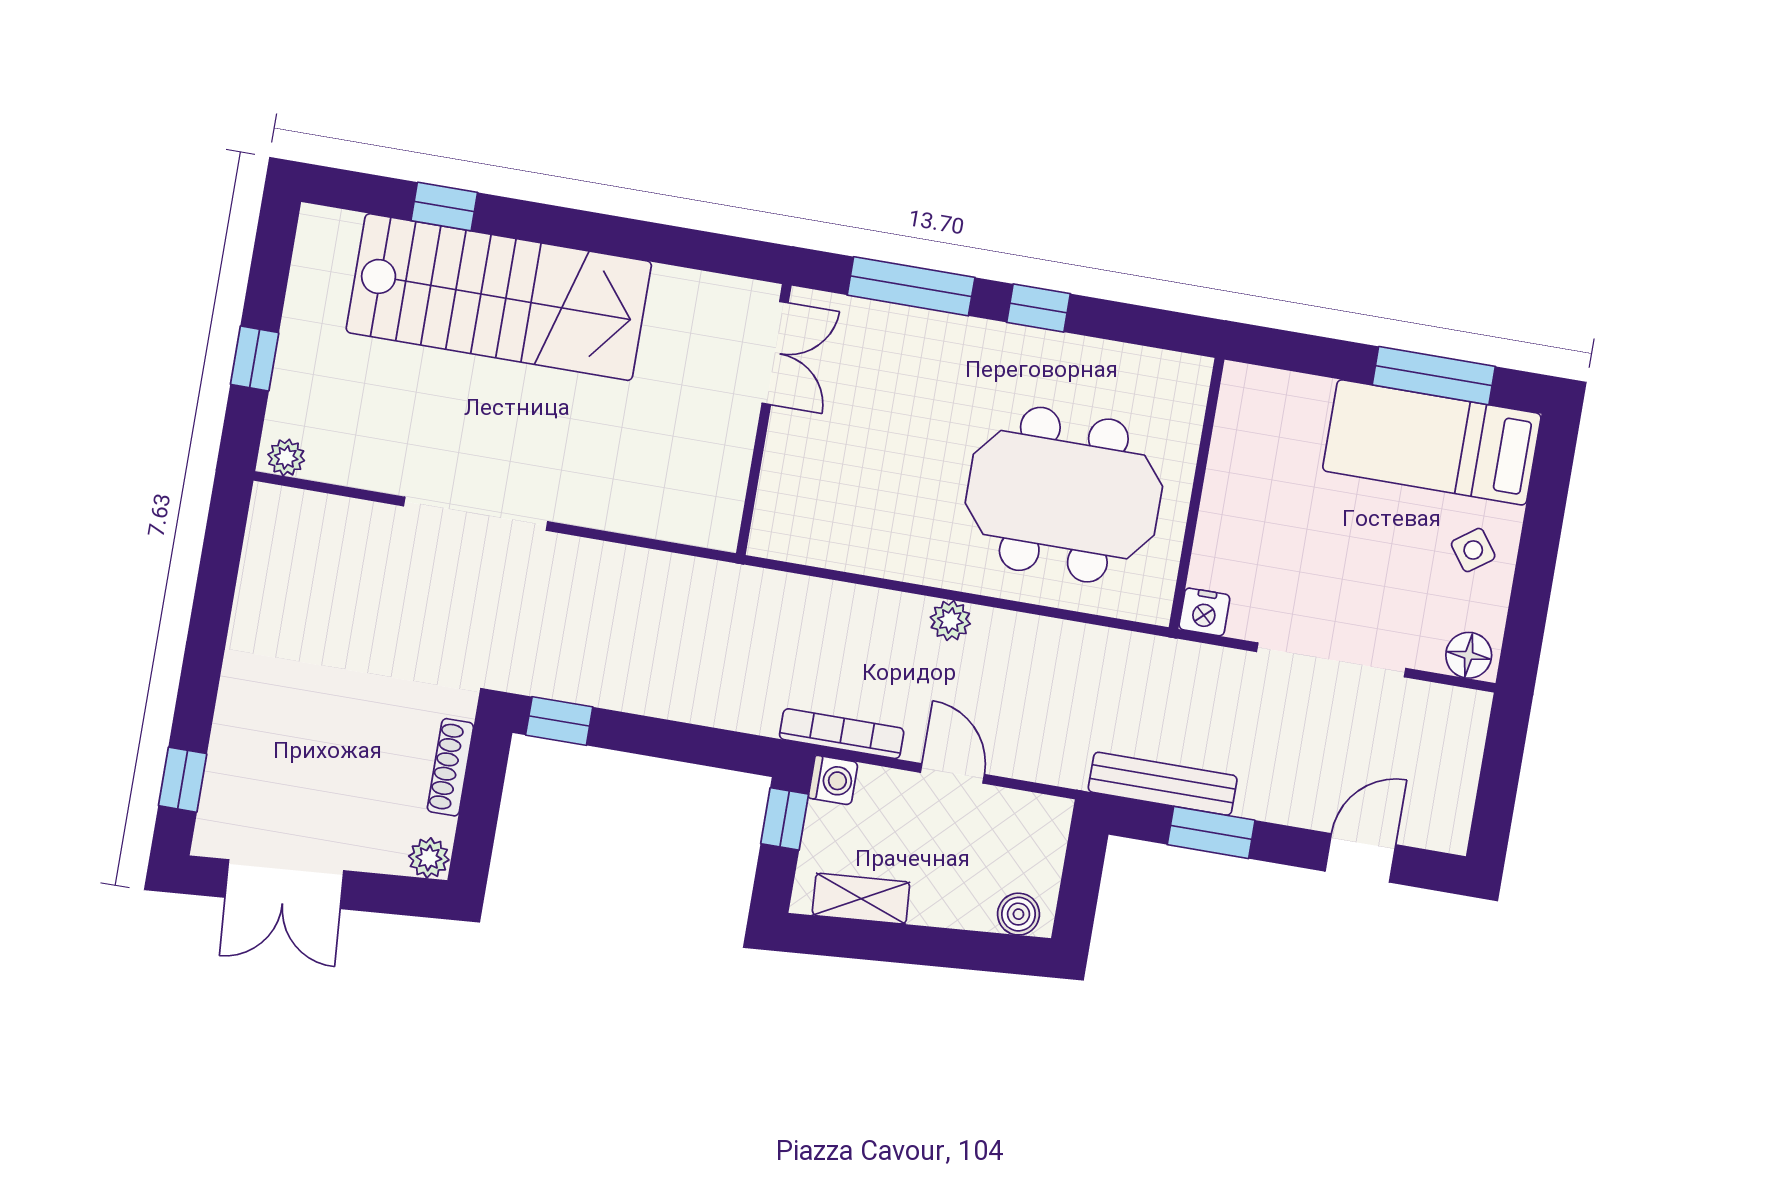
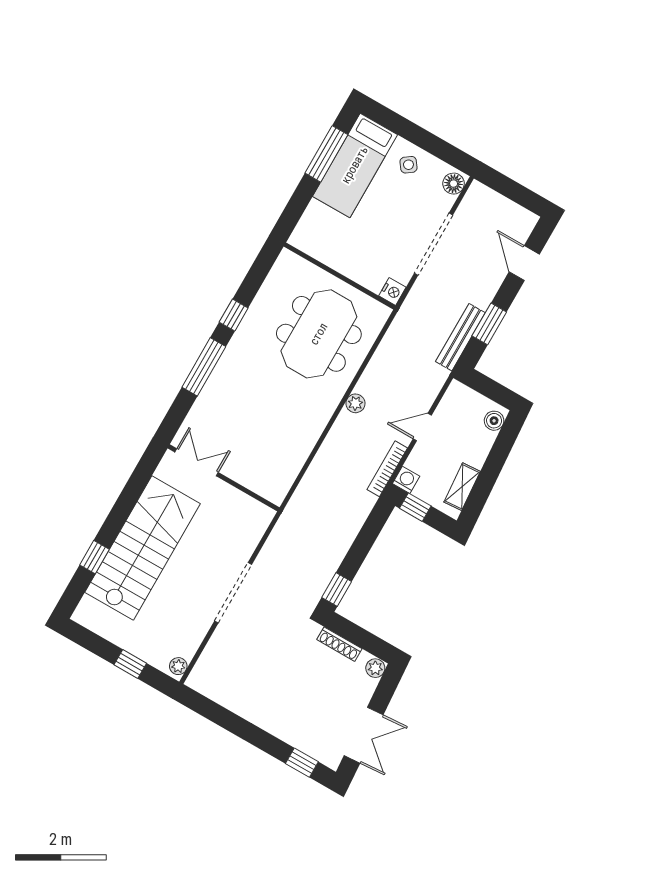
double door: (775, 353) -> (196, 462), moved
wall: (764, 419) -> (224, 478), moved

